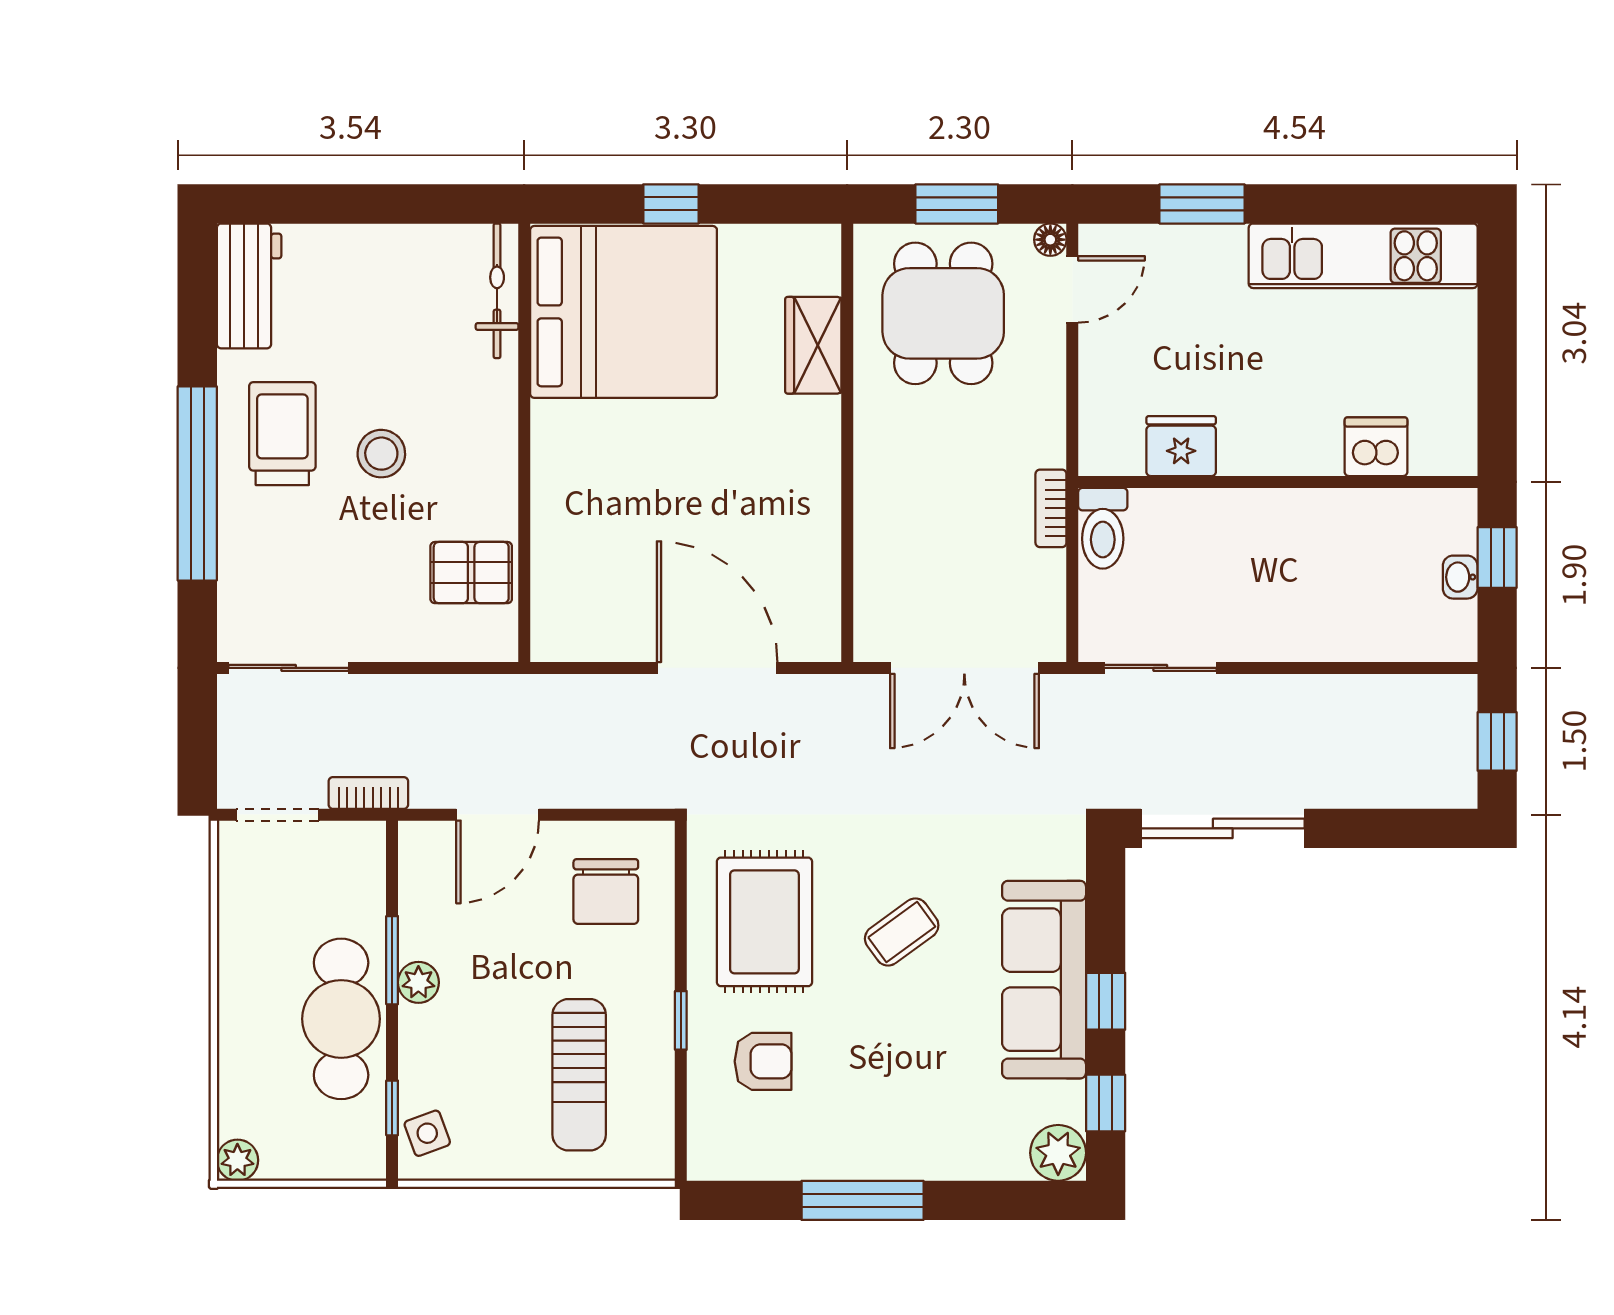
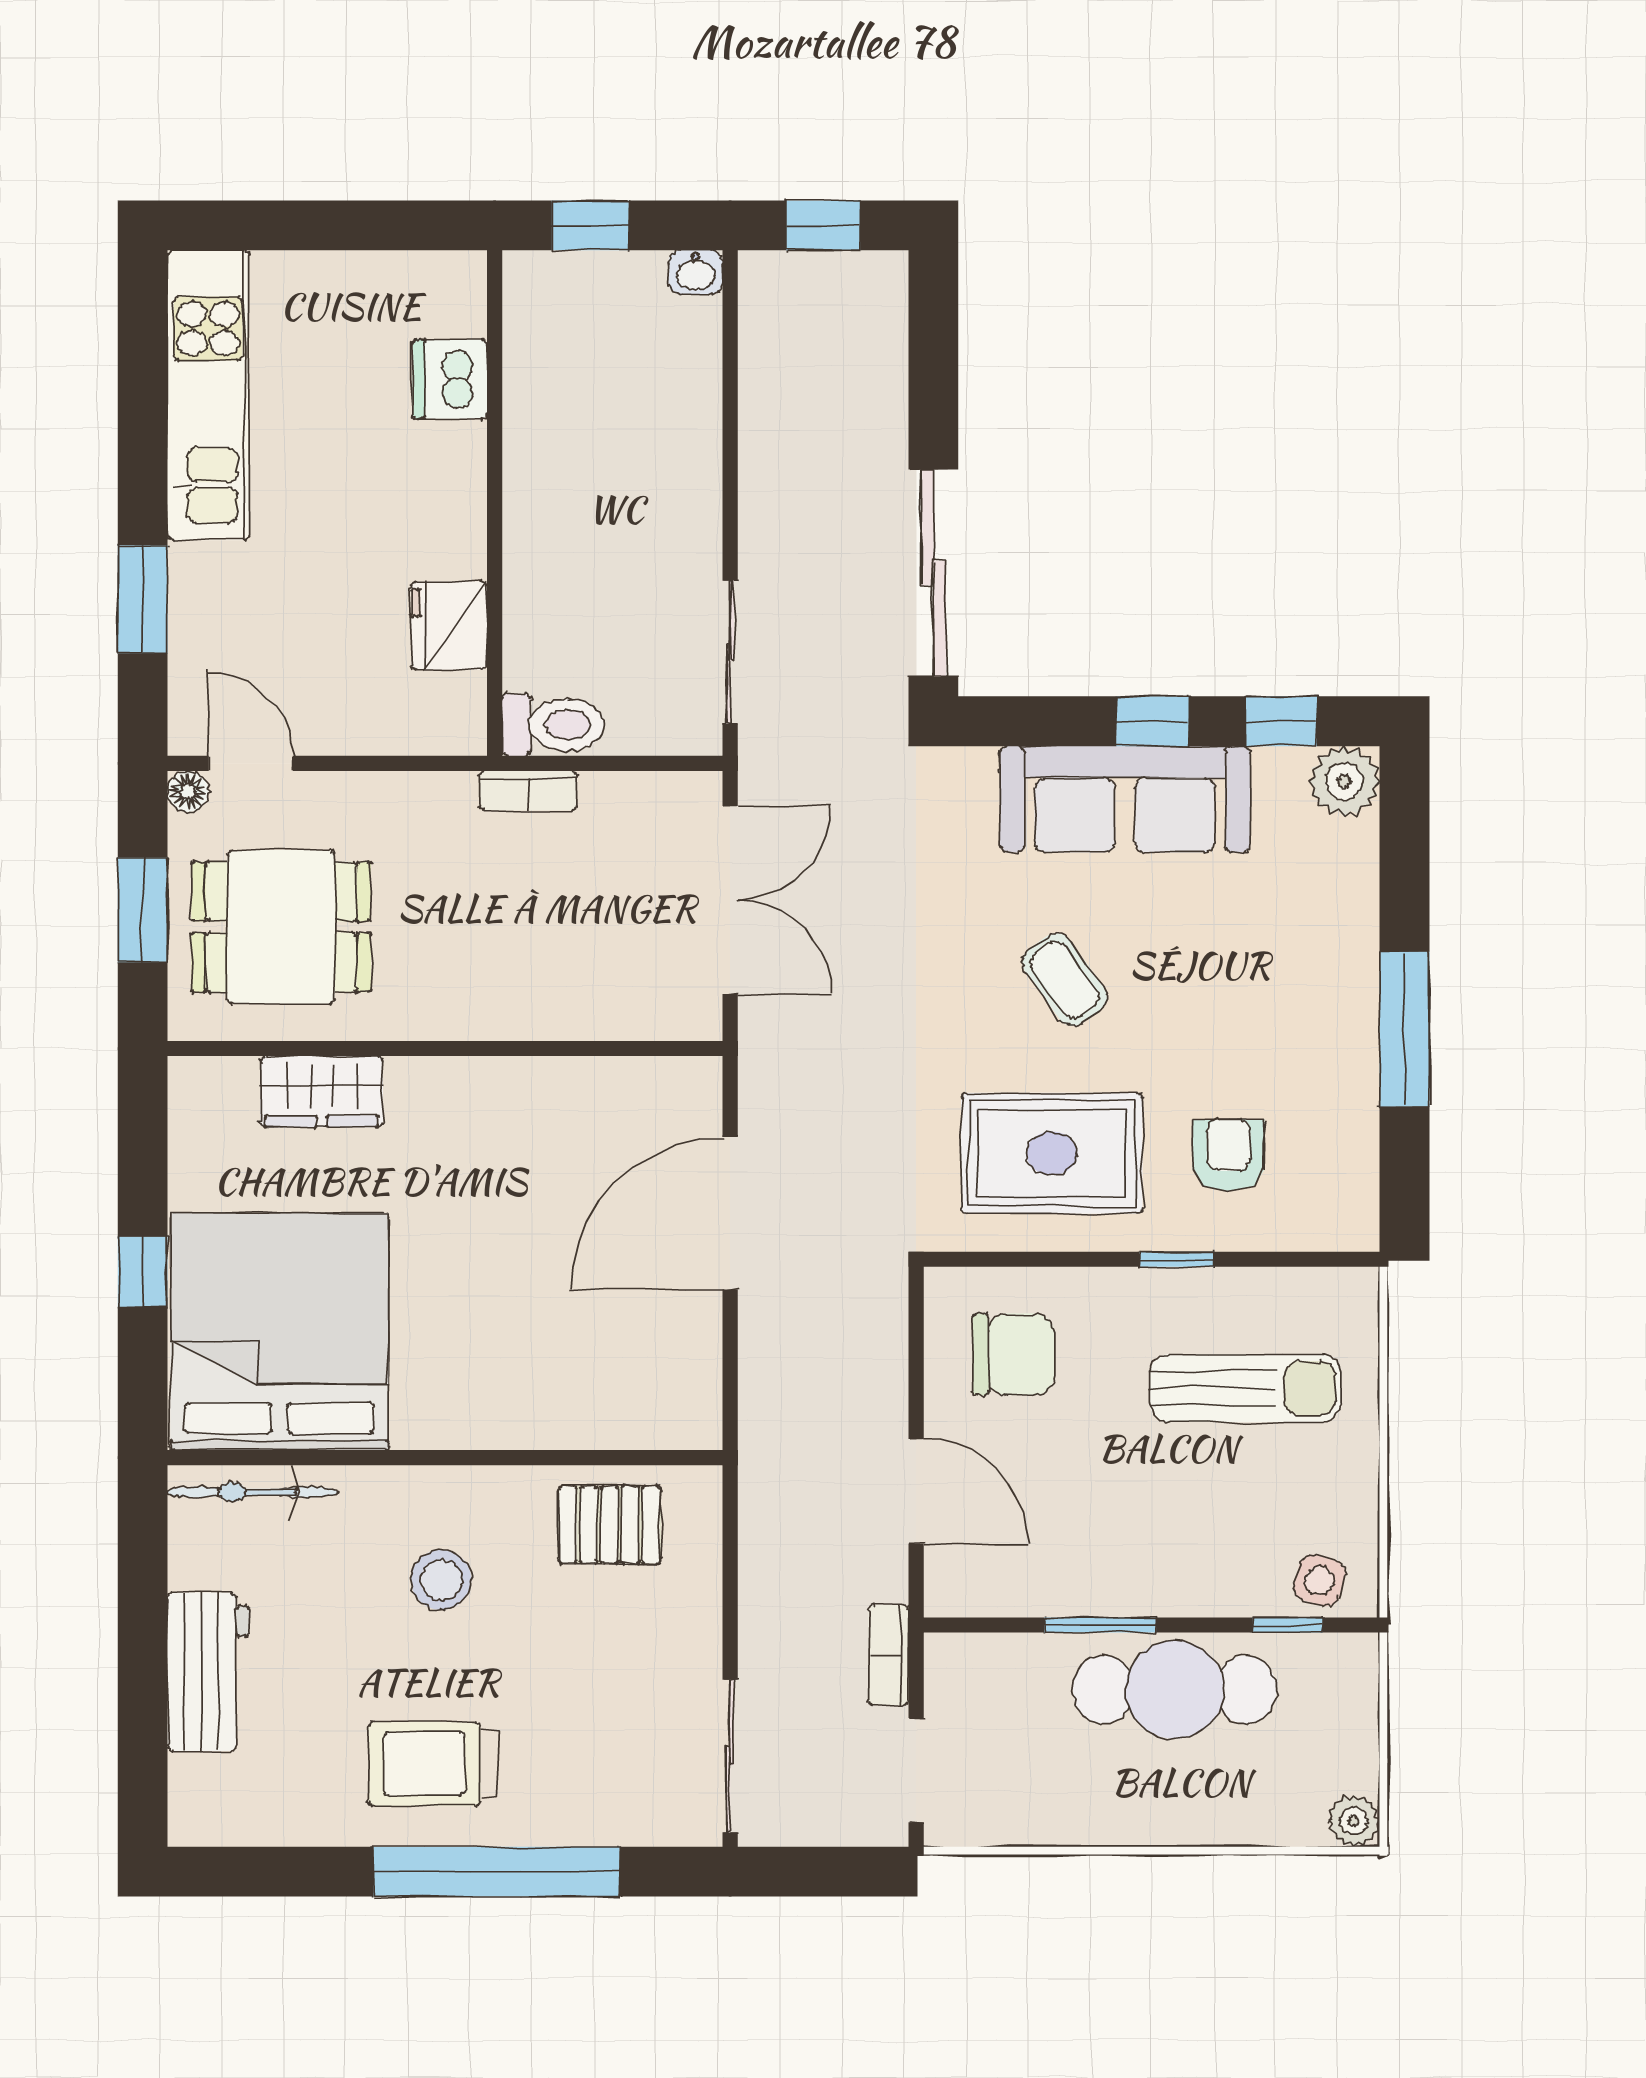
workbench: (249, 286) -> (208, 1672), moved, turned 90
stool: (381, 454) -> (441, 1580), moved
pallet: (471, 573) -> (609, 1525), turned 90
washbasin: (1460, 577) -> (695, 272), moved
plant: (418, 982) -> (1128, 1592), removed
side table: (427, 1133) -> (1319, 1580), turned 36

